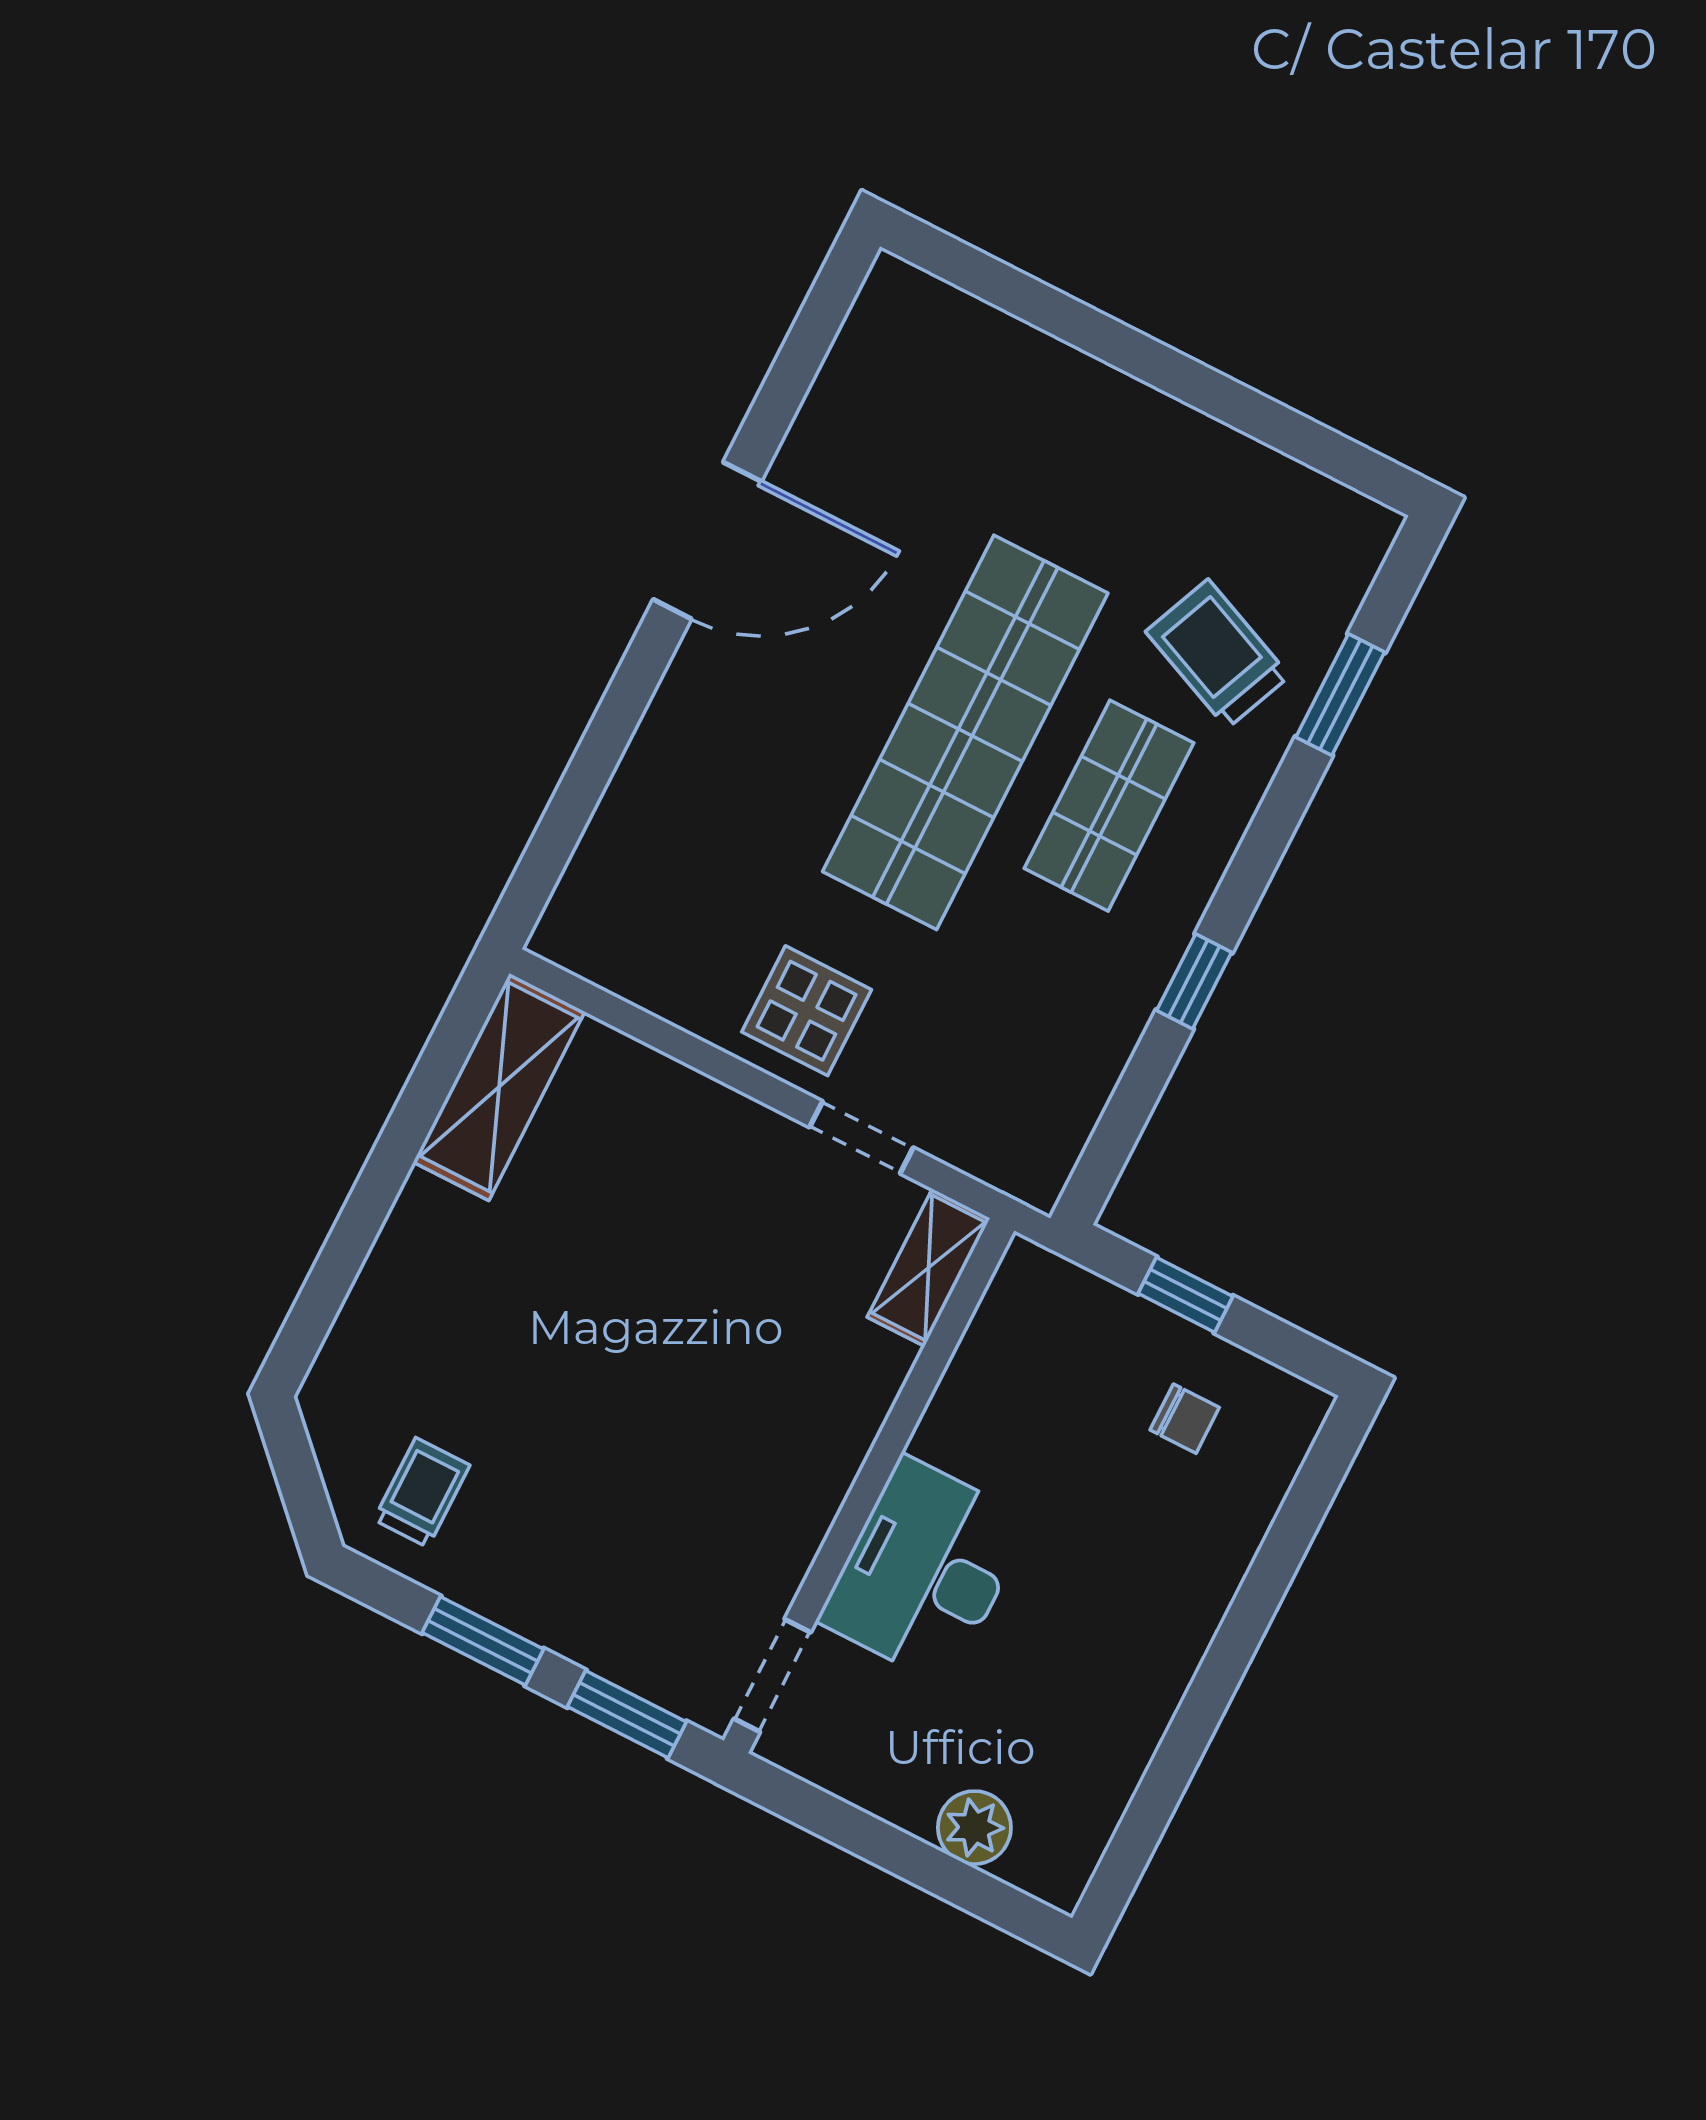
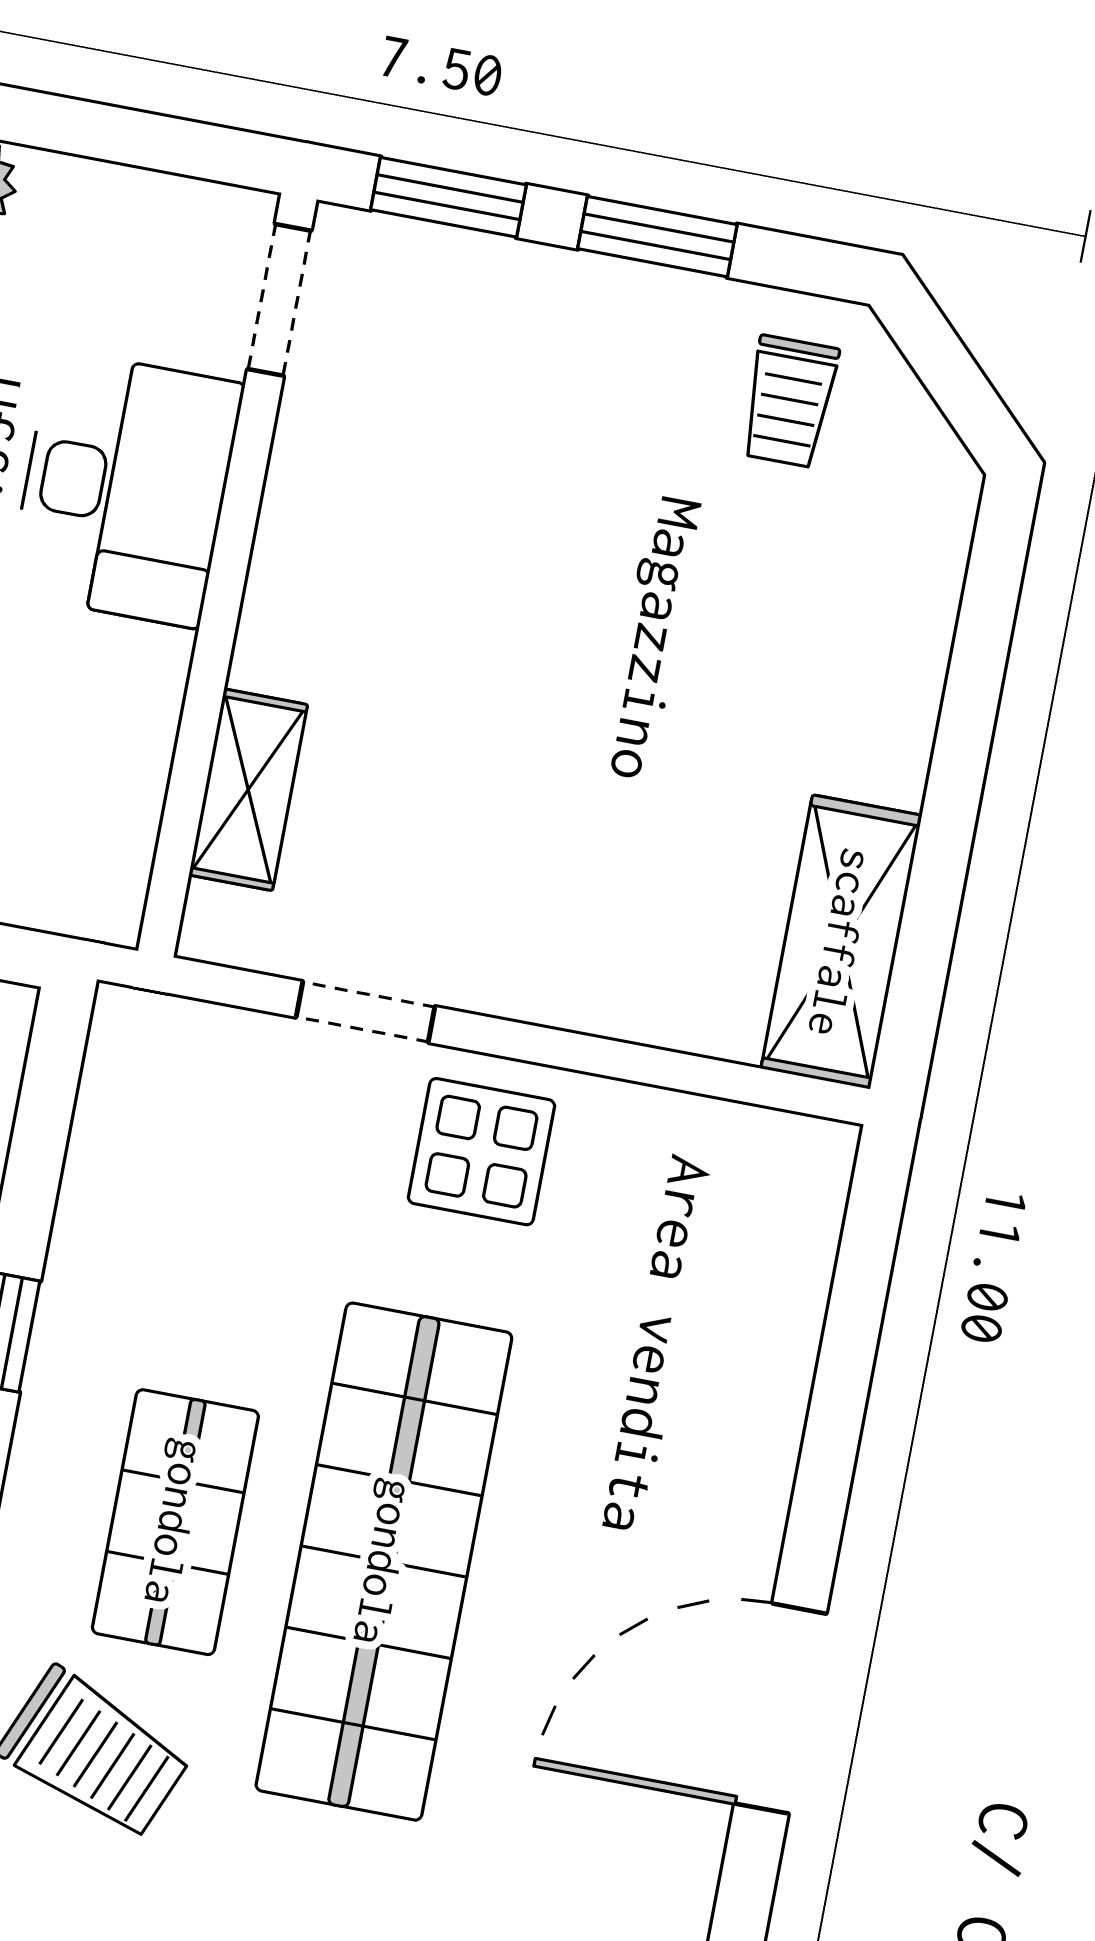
shelving: (929, 1268) -> (248, 790), moved

